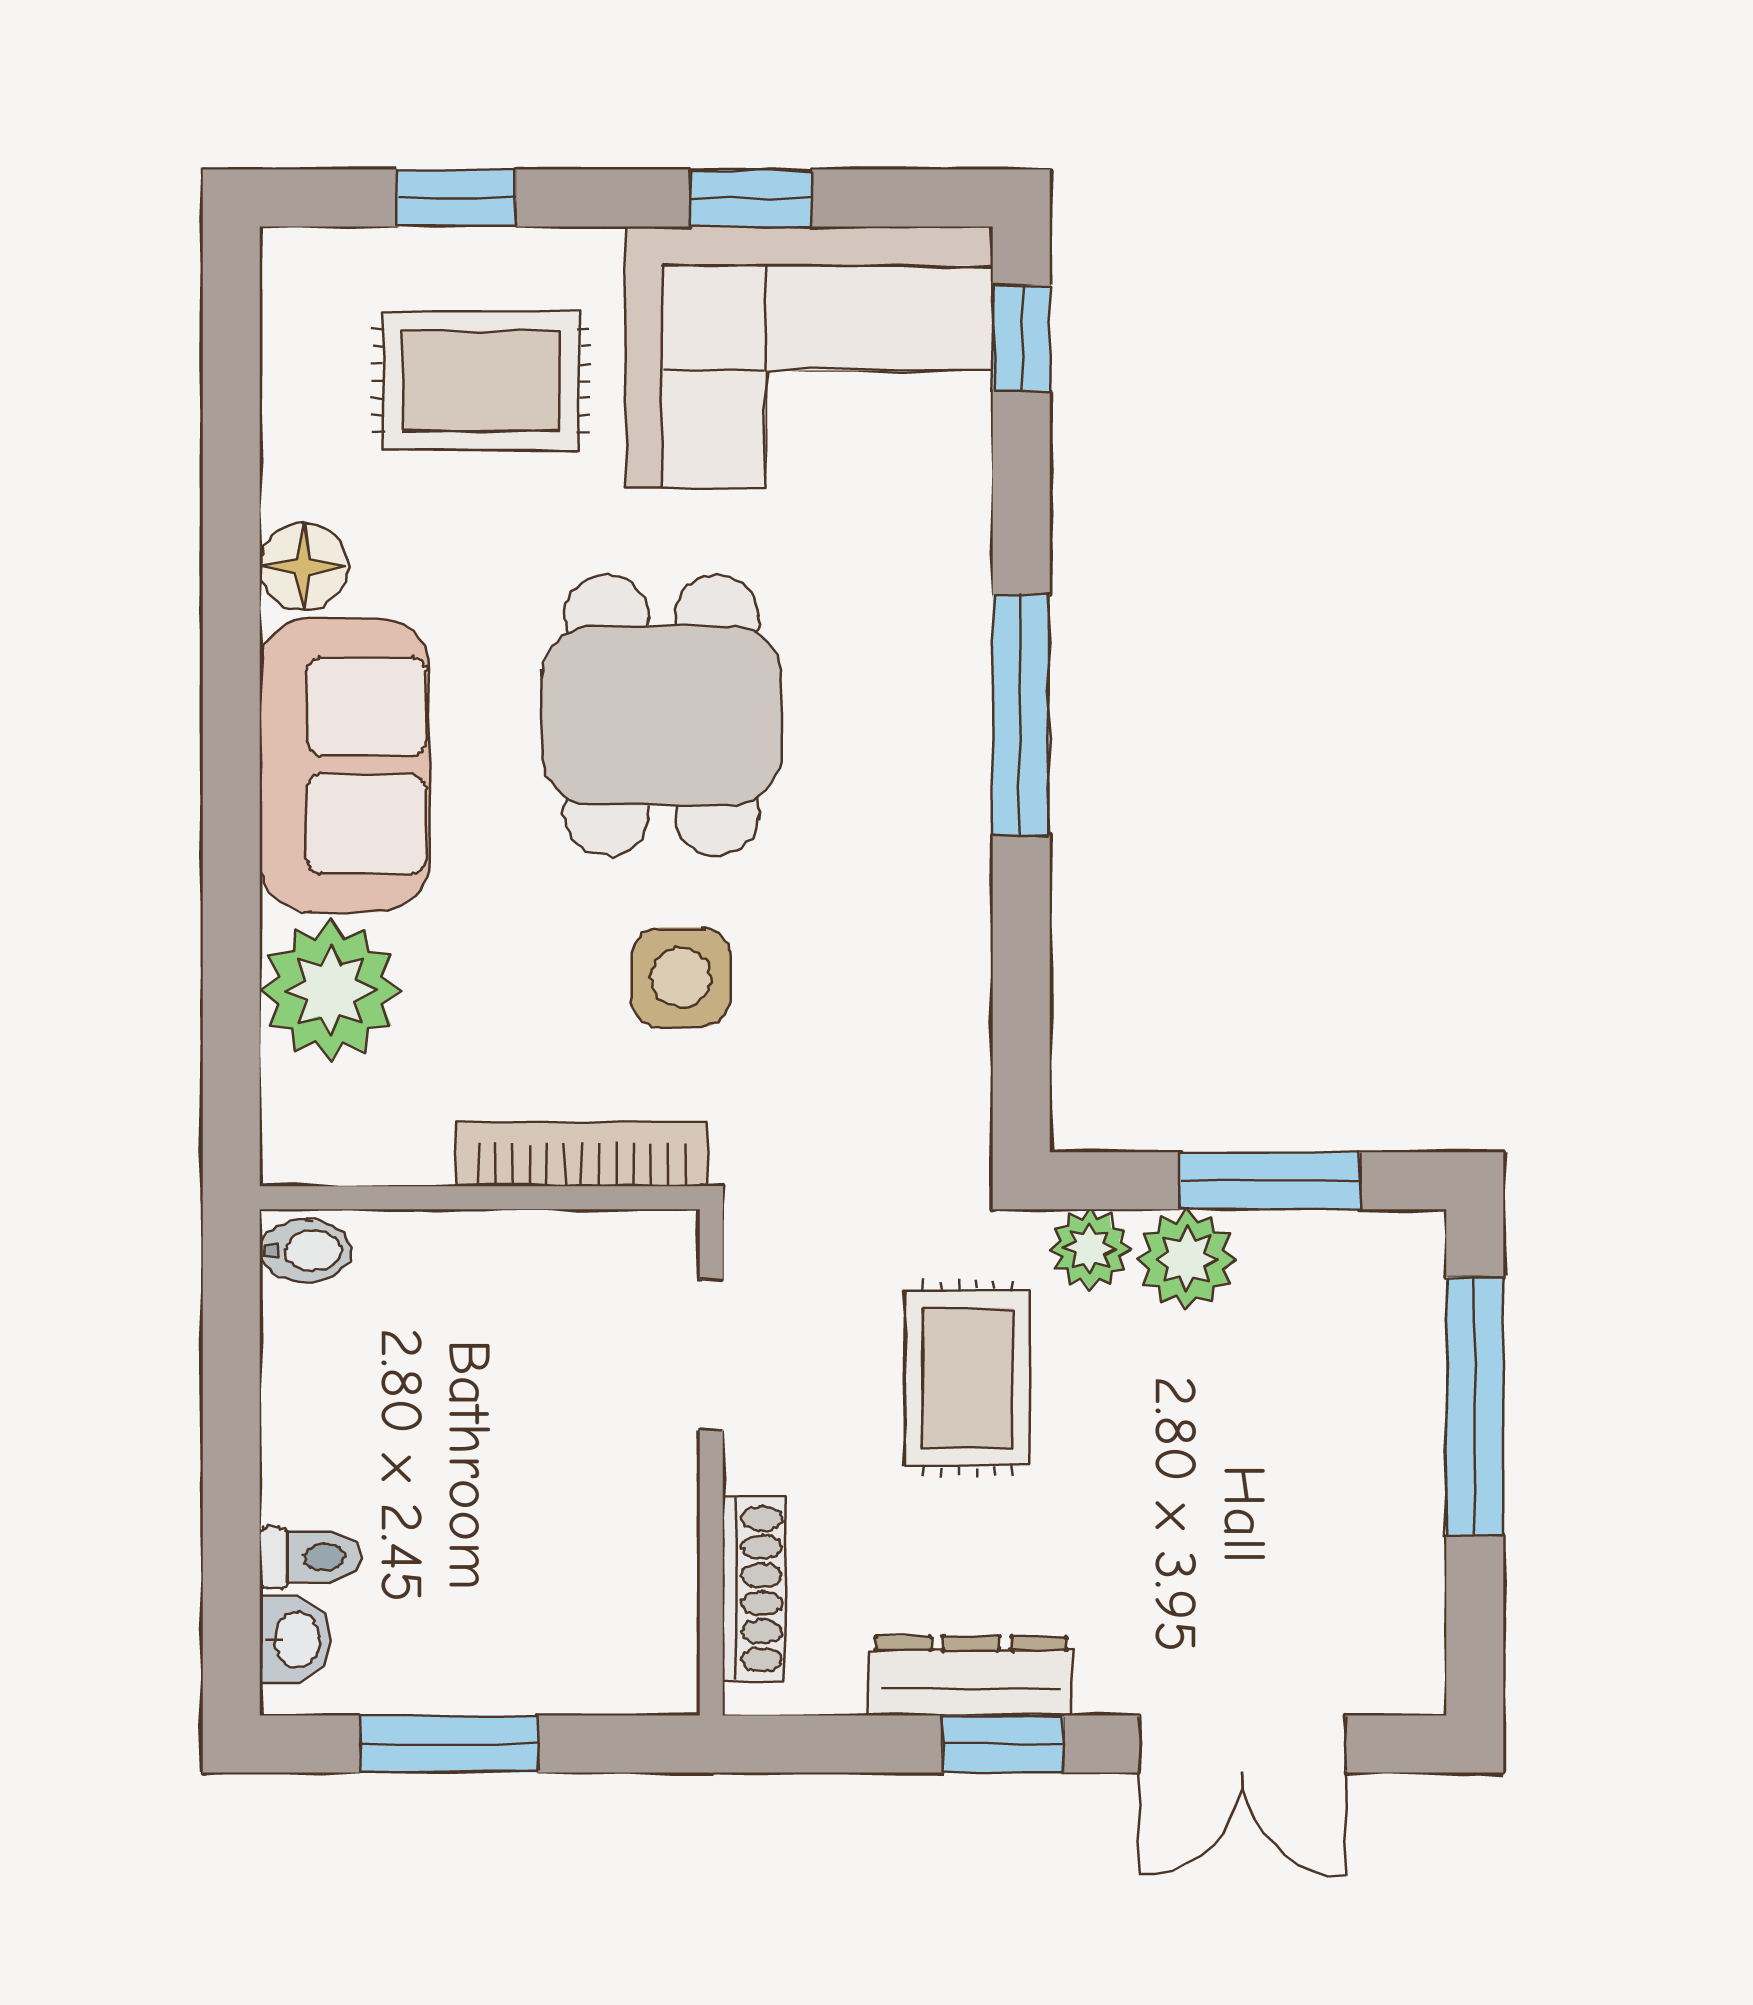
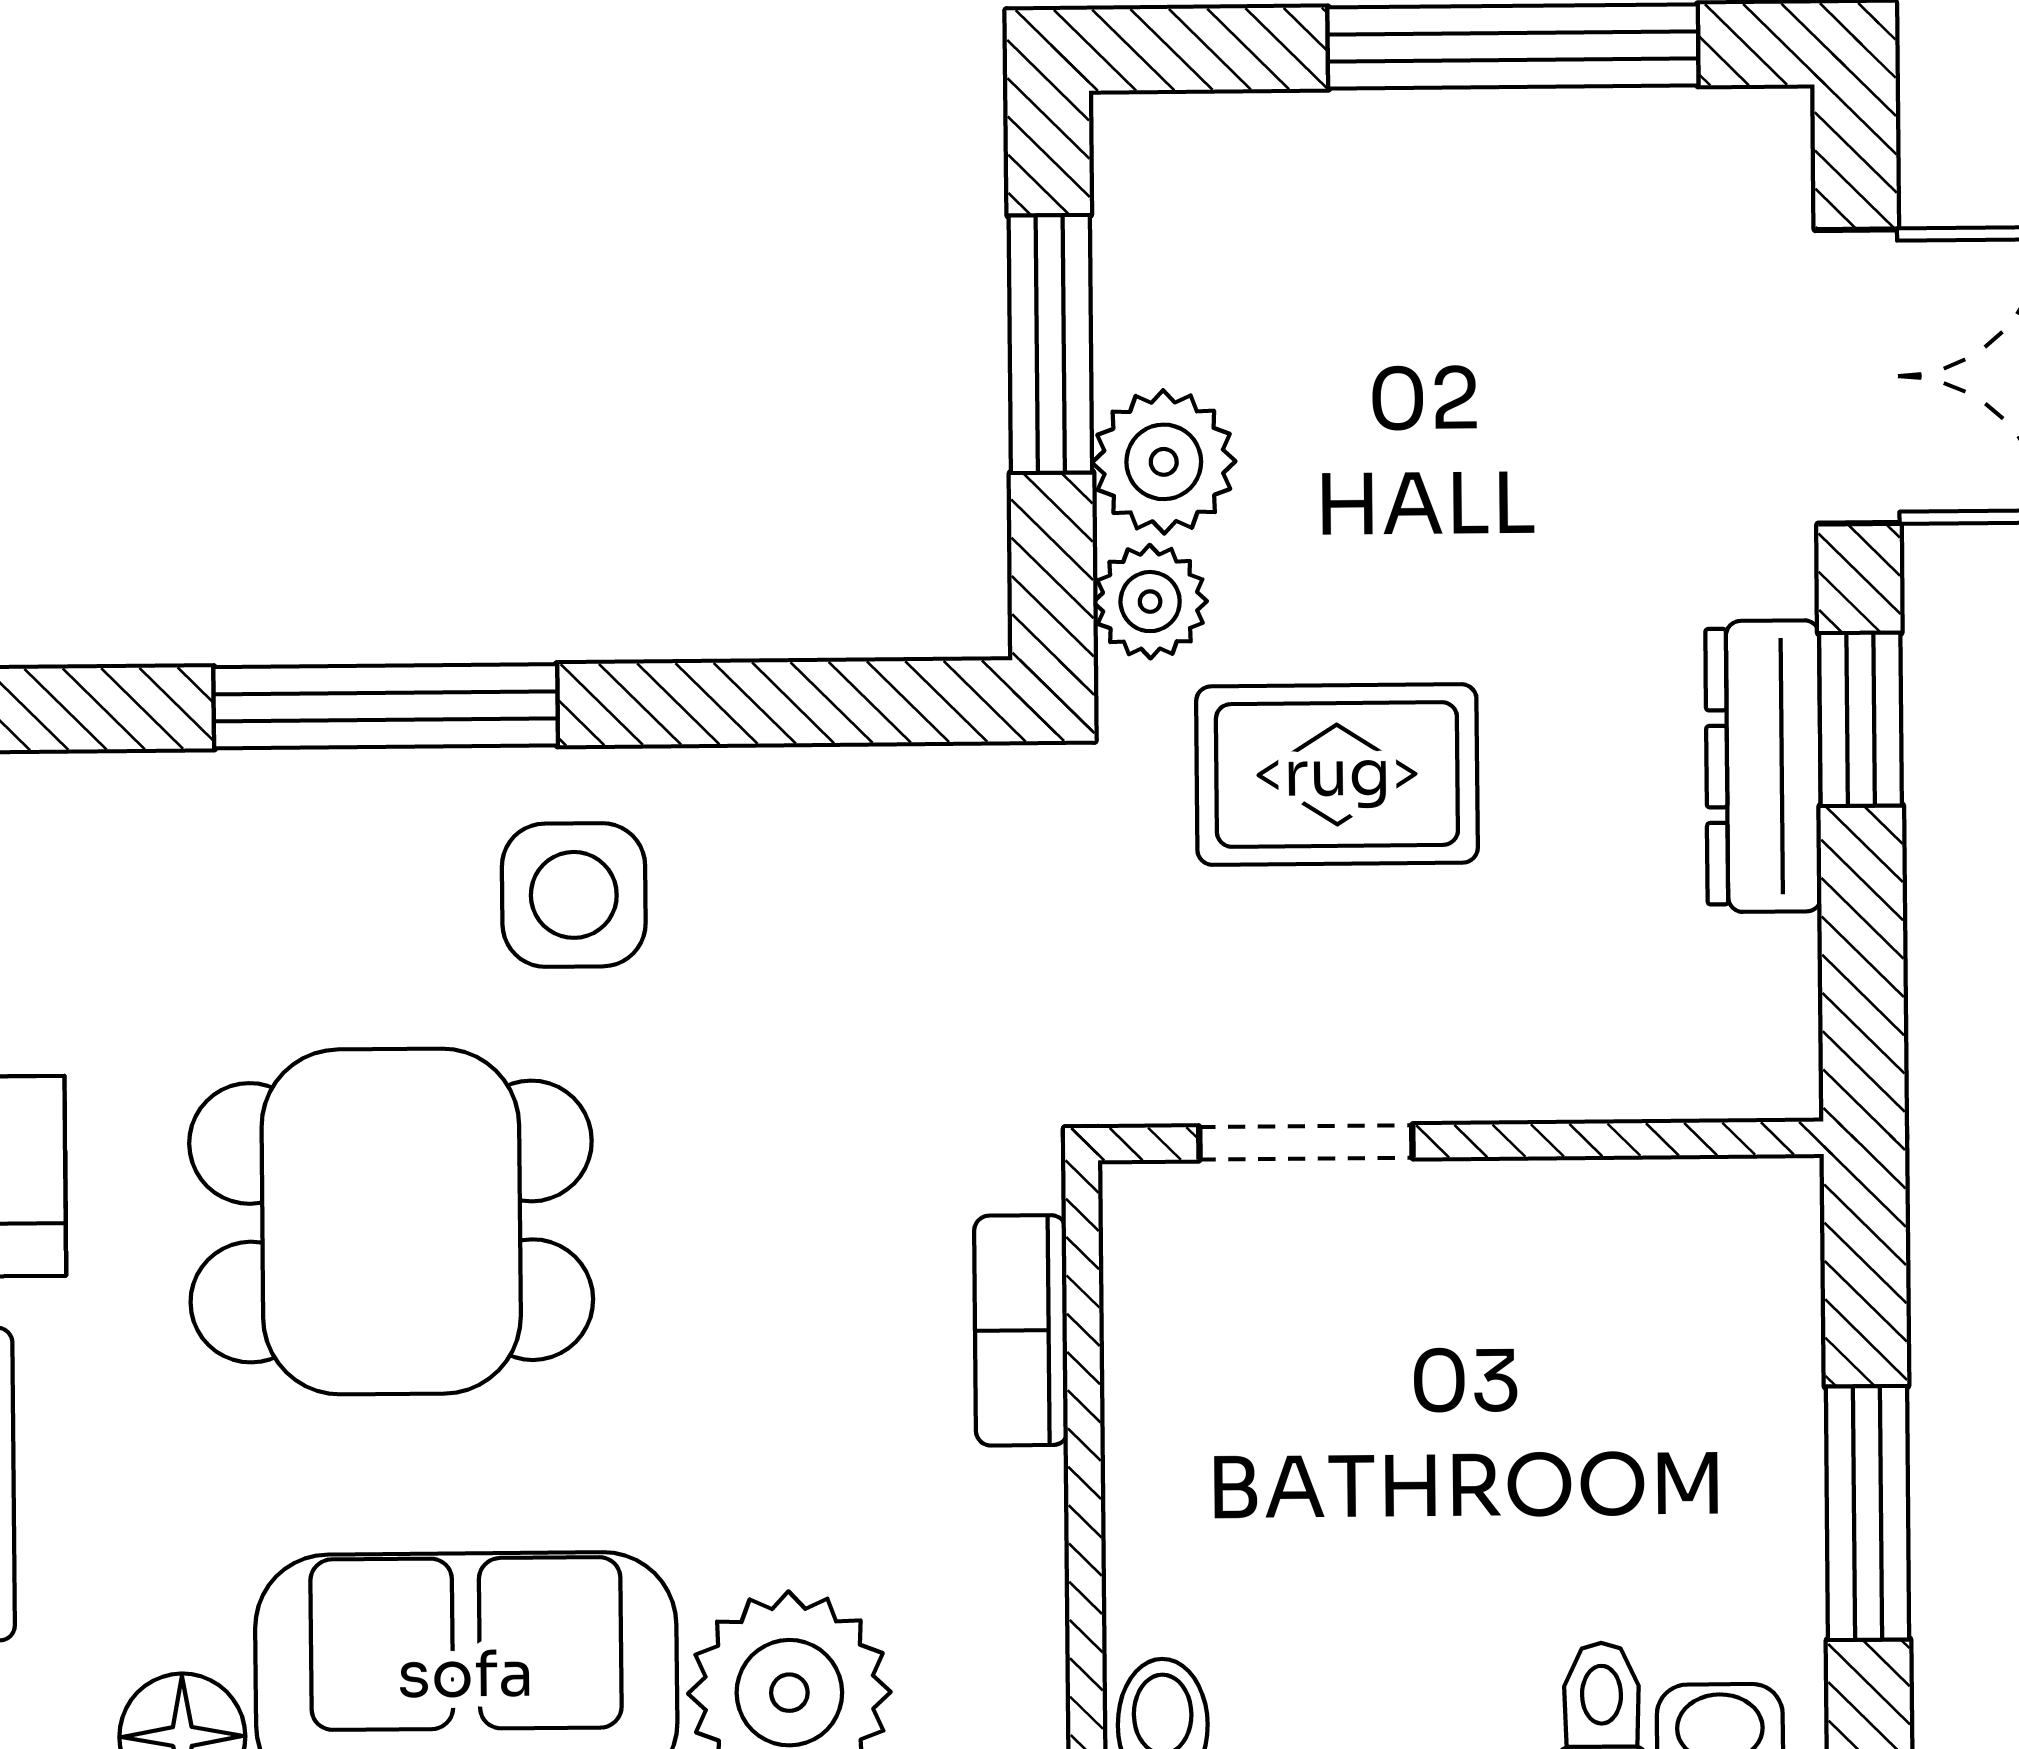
side table: (681, 977) -> (574, 895), moved
bookcase: (582, 1154) -> (1021, 1330), width x0.64
window: (1475, 1406) -> (1513, 46), moved
shoe rack: (754, 1589) -> (1642, 1078), removed

